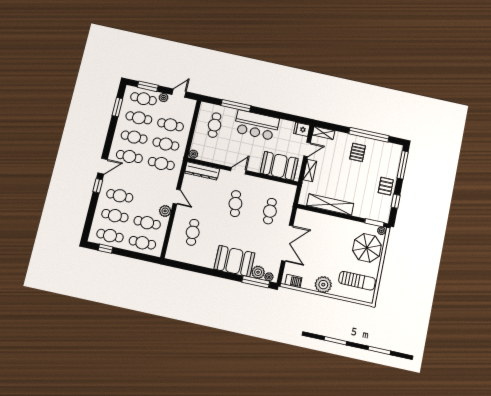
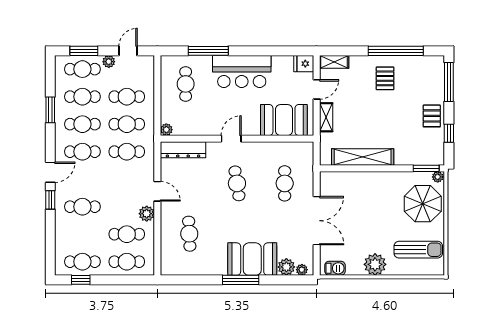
window: (117, 107) -> (50, 110), moved
cafe table: (115, 216) -> (82, 234), removed
window: (256, 282) -> (241, 280), moved

